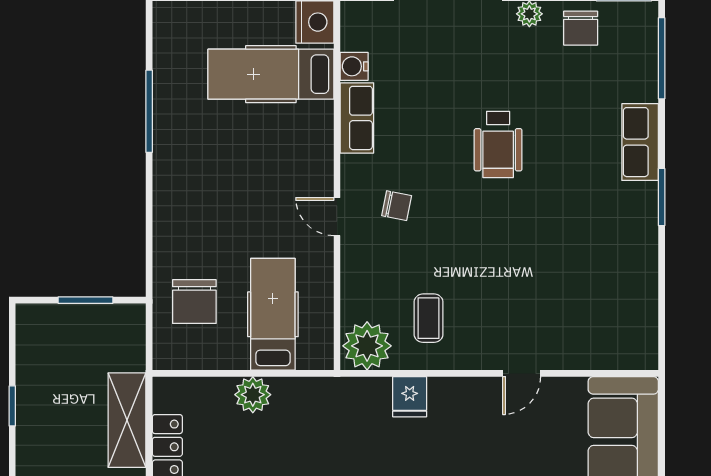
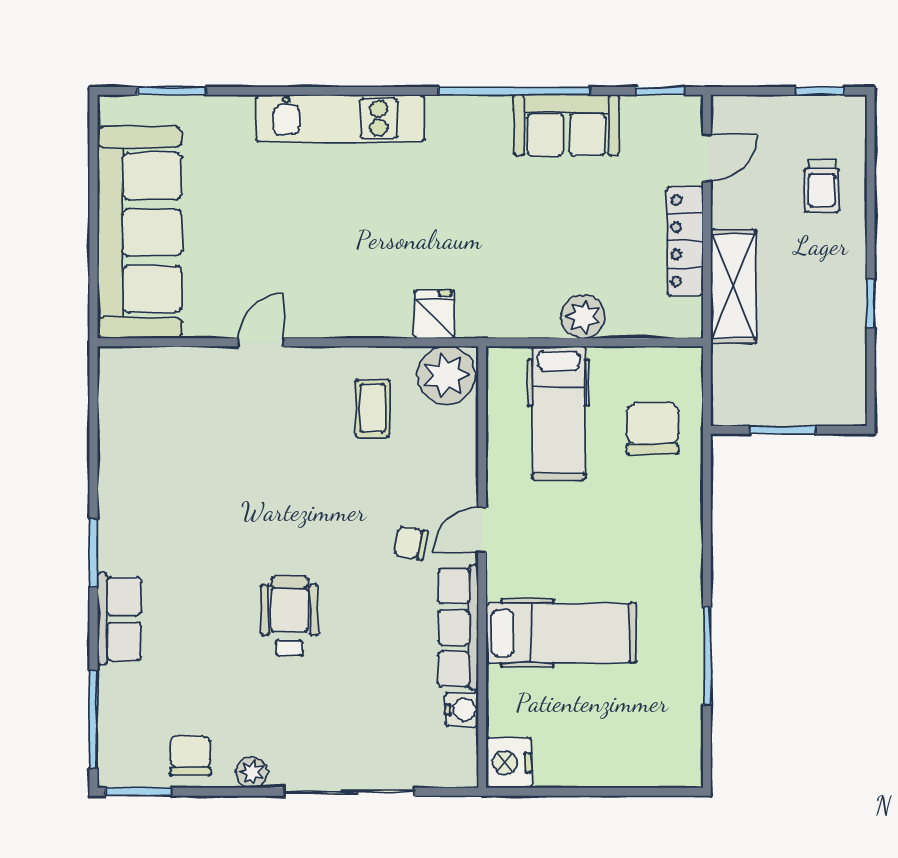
hospital bed: (271, 74) -> (561, 633), moved
row of seats: (357, 118) -> (458, 628), width x1.48
door: (337, 217) -> (482, 530), swing flipped
fridge: (410, 397) -> (435, 314), moved

